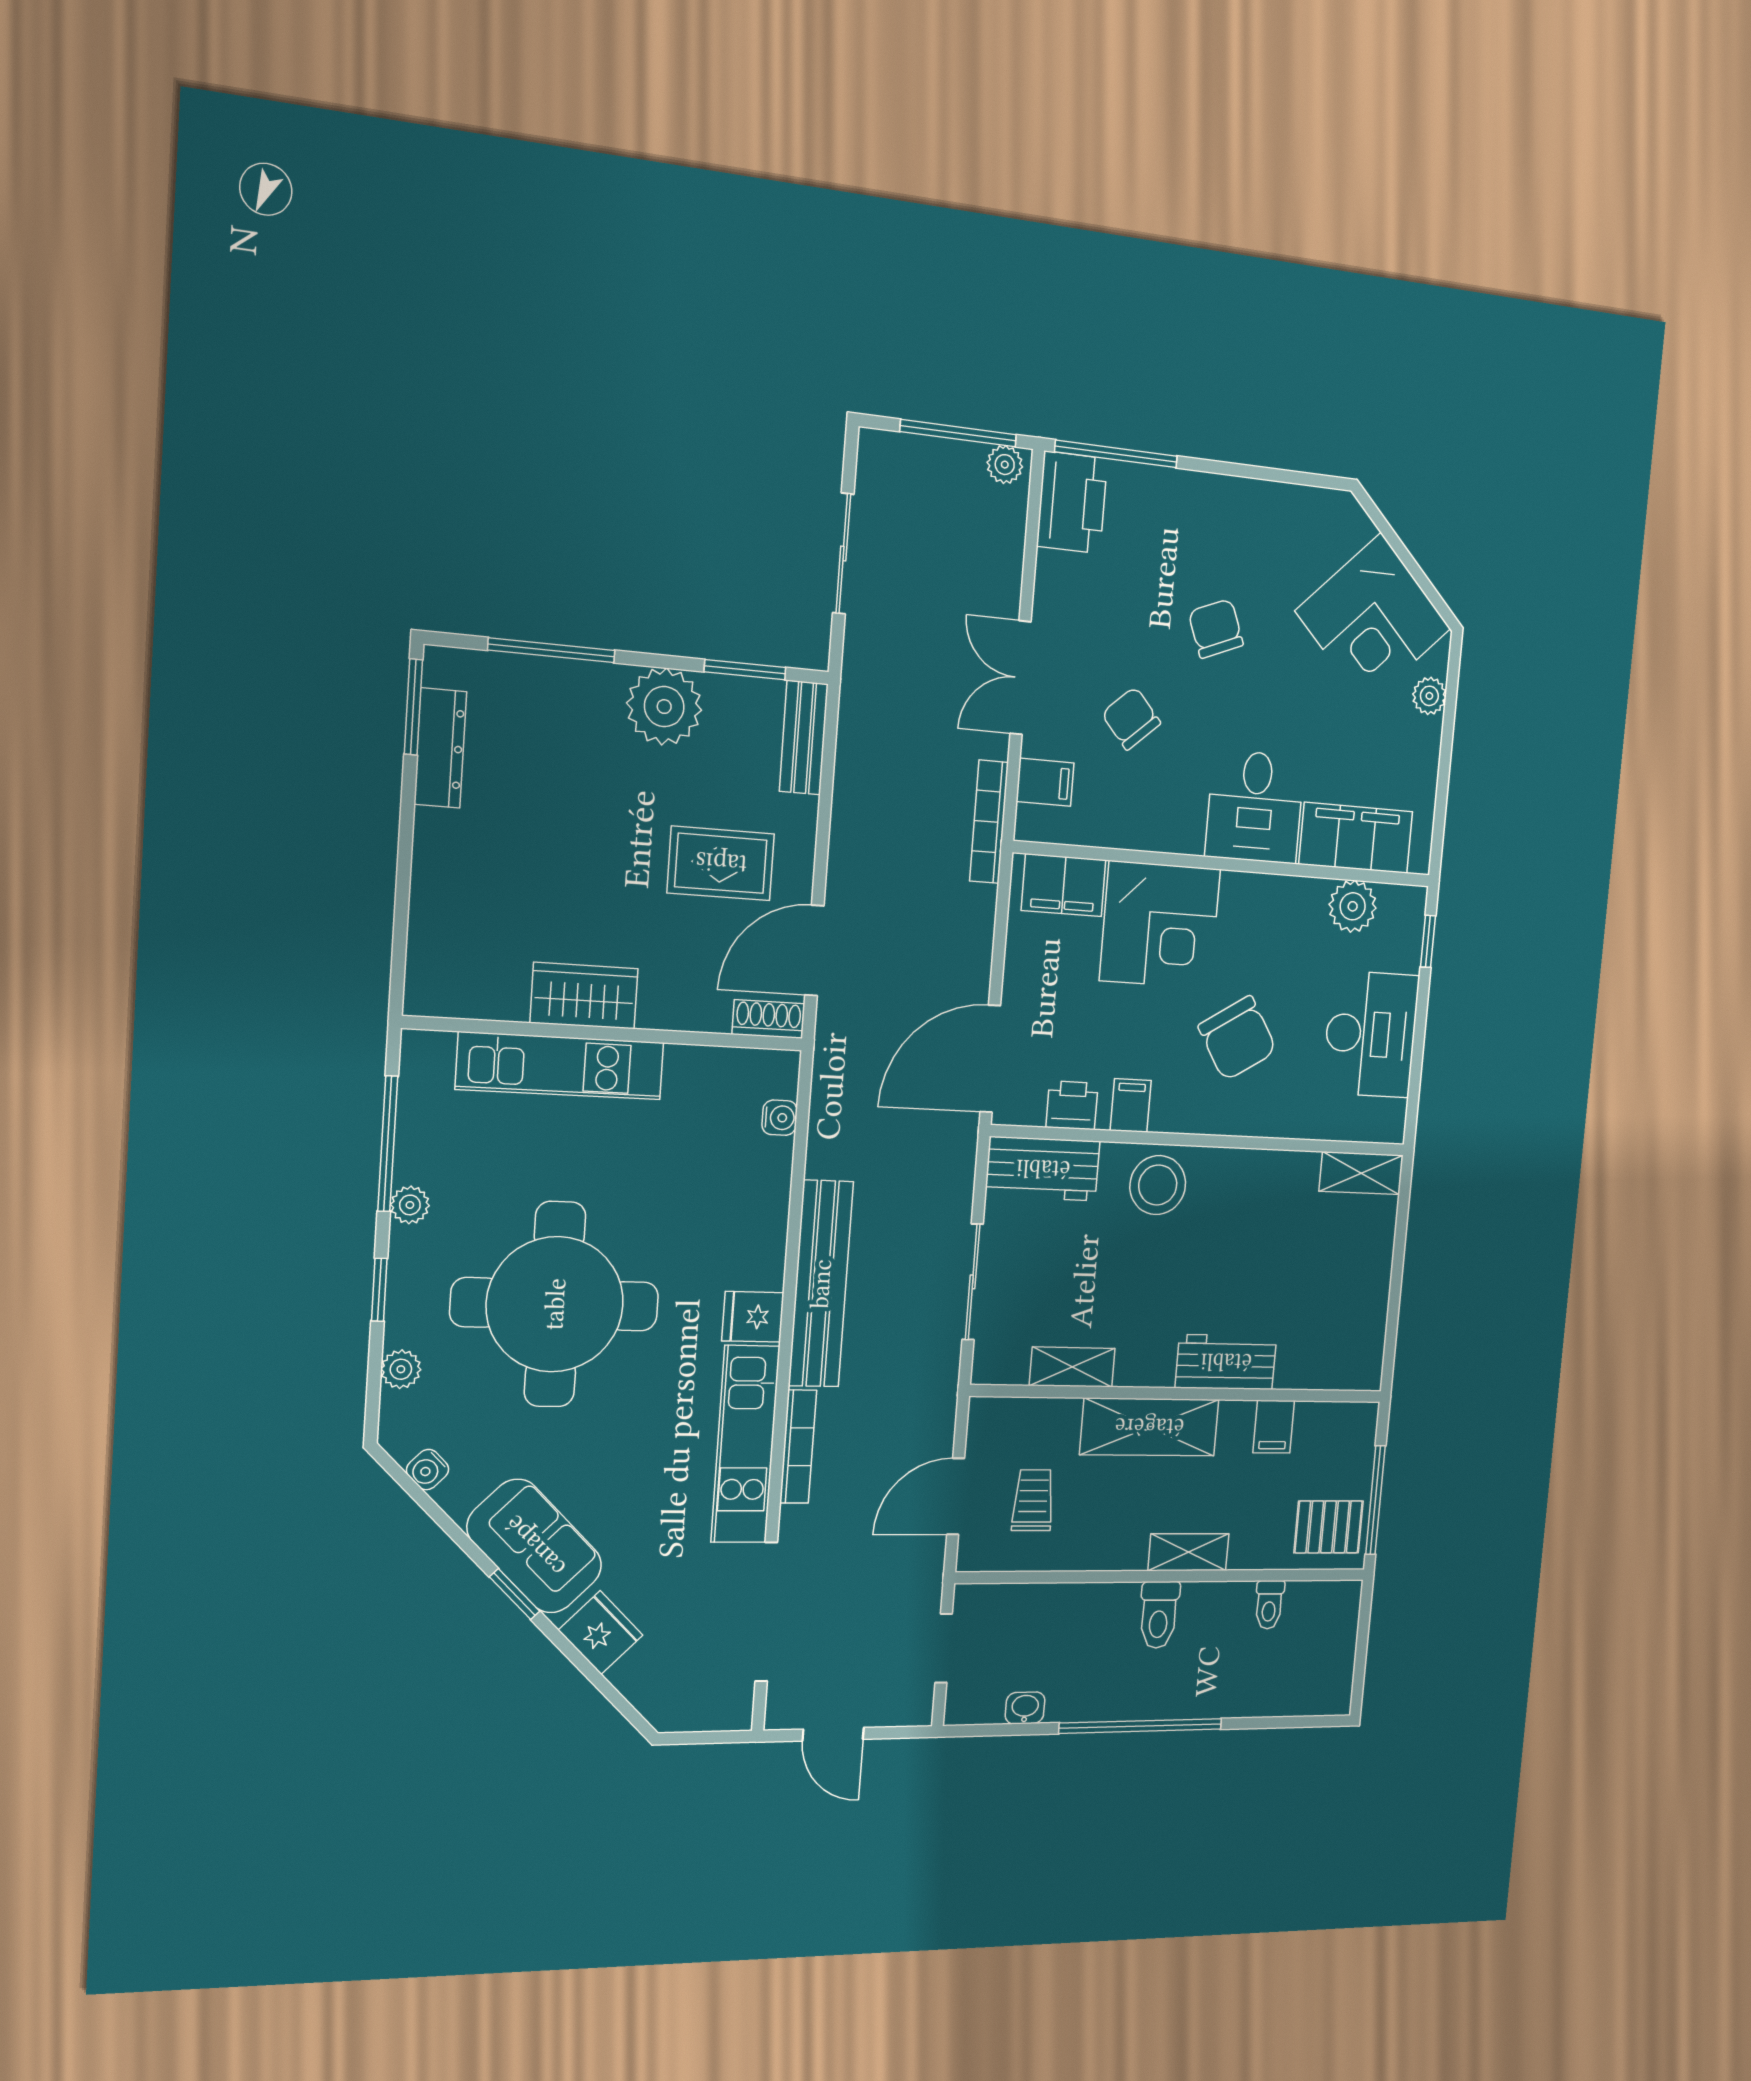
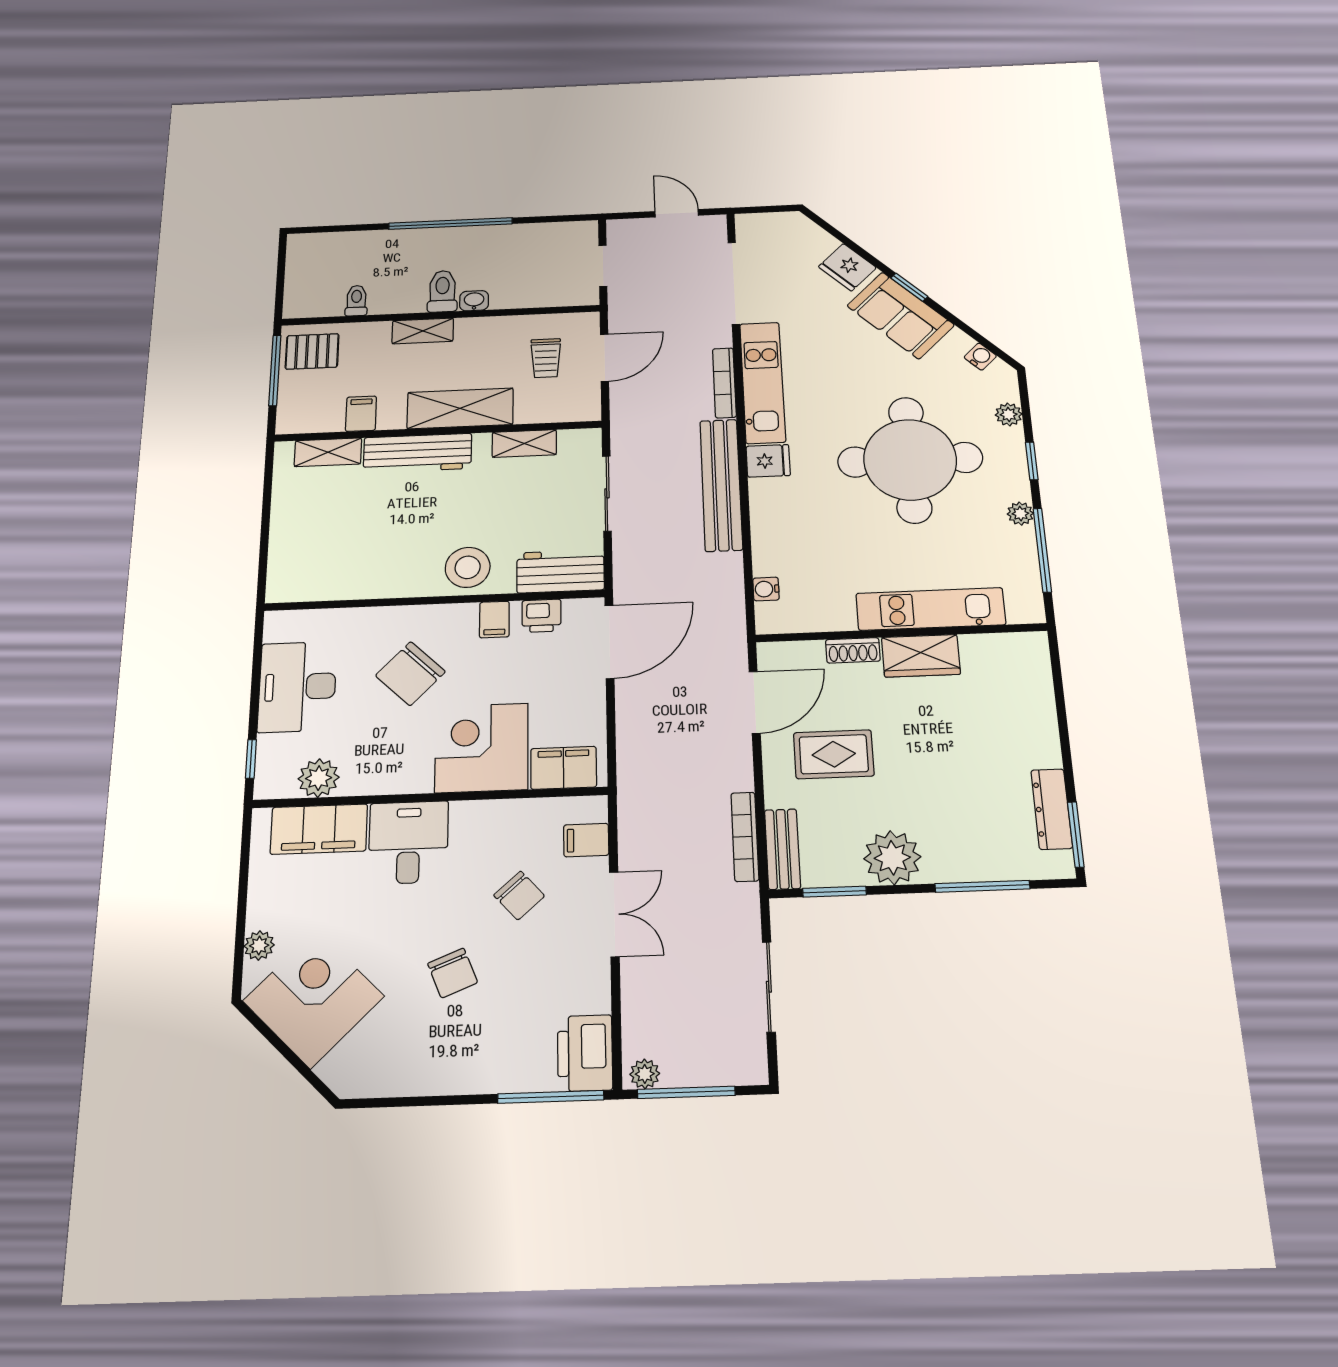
bookcase: (989, 822) -> (745, 837), moved, turned 180
shoe rack: (768, 1019) -> (853, 650), moved
chair: (1238, 1038) -> (410, 674), turned -104
shelving: (1361, 1173) -> (328, 452), moved
workbench: (1226, 1362) -> (417, 453), width x1.38
washbasin: (1025, 1708) -> (474, 301), moved, turned 180

